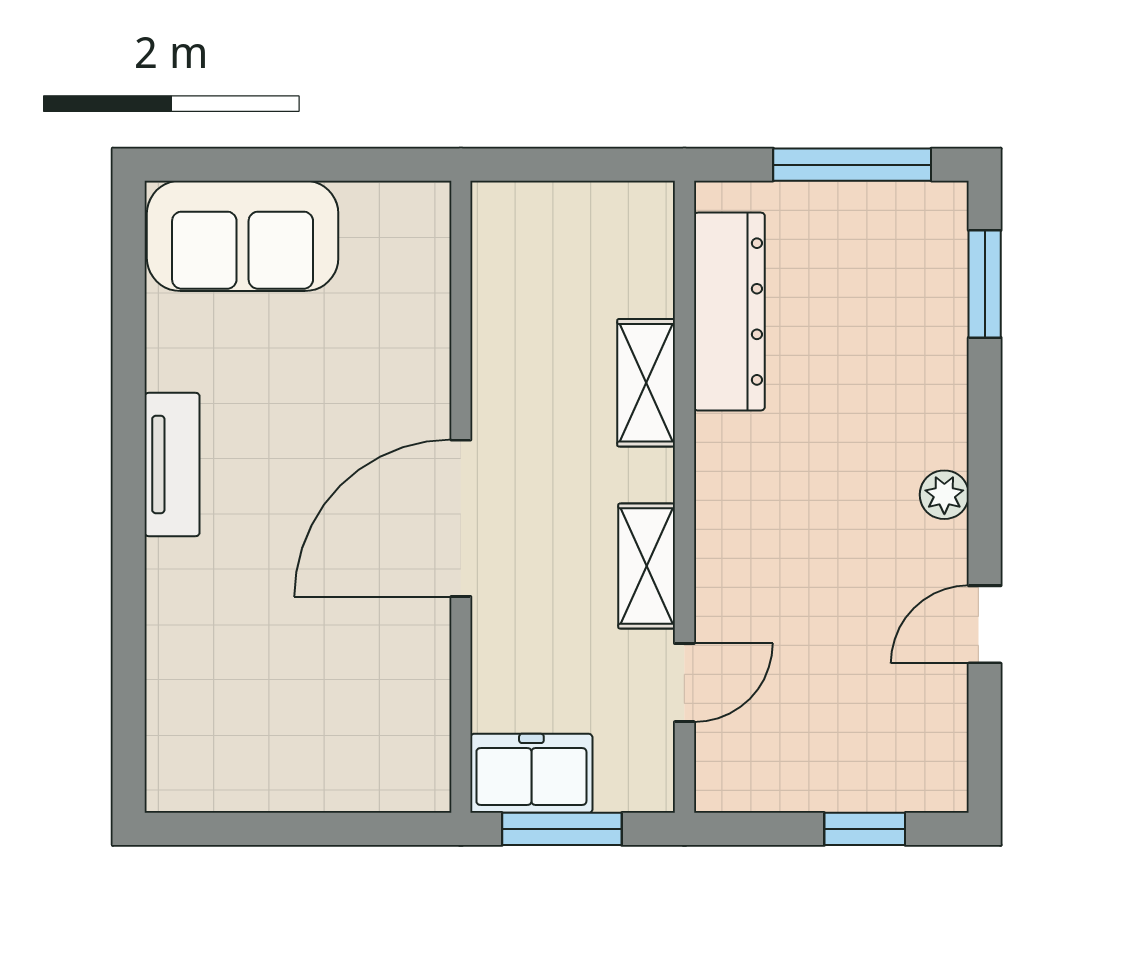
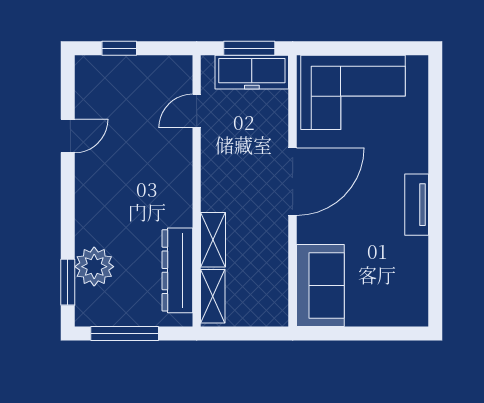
sofa: (243, 236) -> (320, 286), moved, turned 90
plant: (944, 495) -> (94, 267), moved, width x1.88, depth x1.88
shelving: (647, 566) -> (213, 296), moved
corner sofa: (320, 726) -> (353, 92), added
freezer: (531, 773) -> (252, 72), width x1.40

